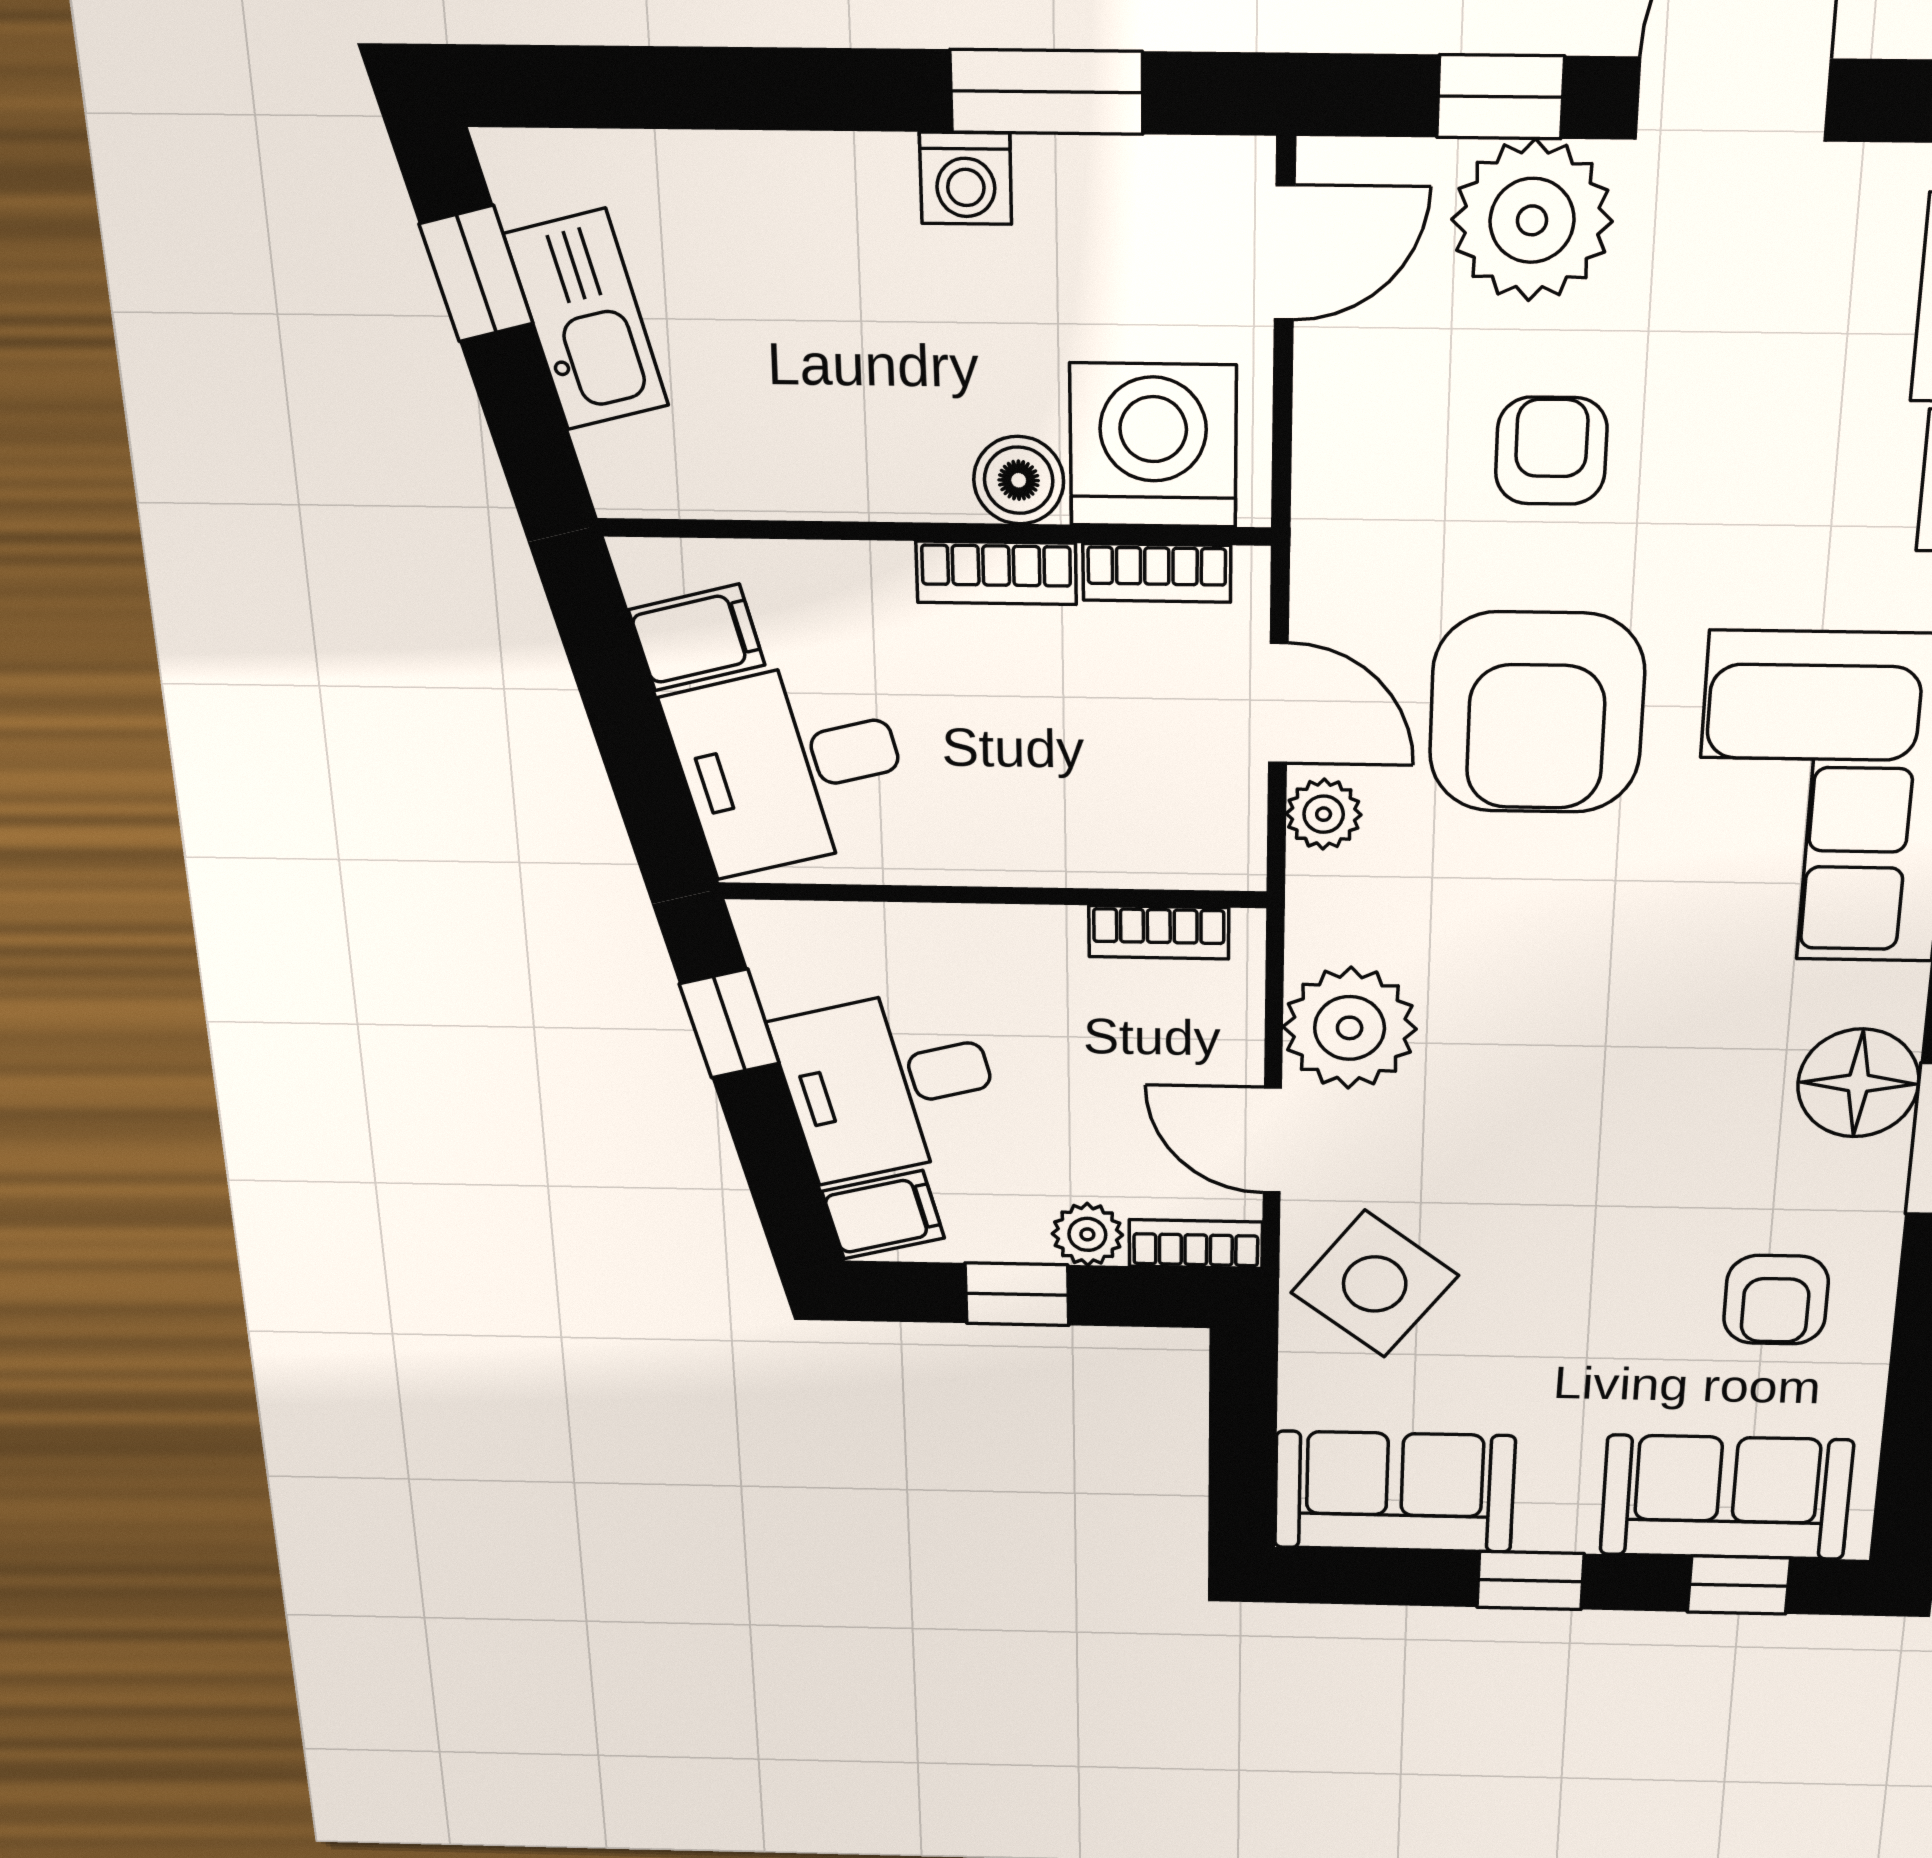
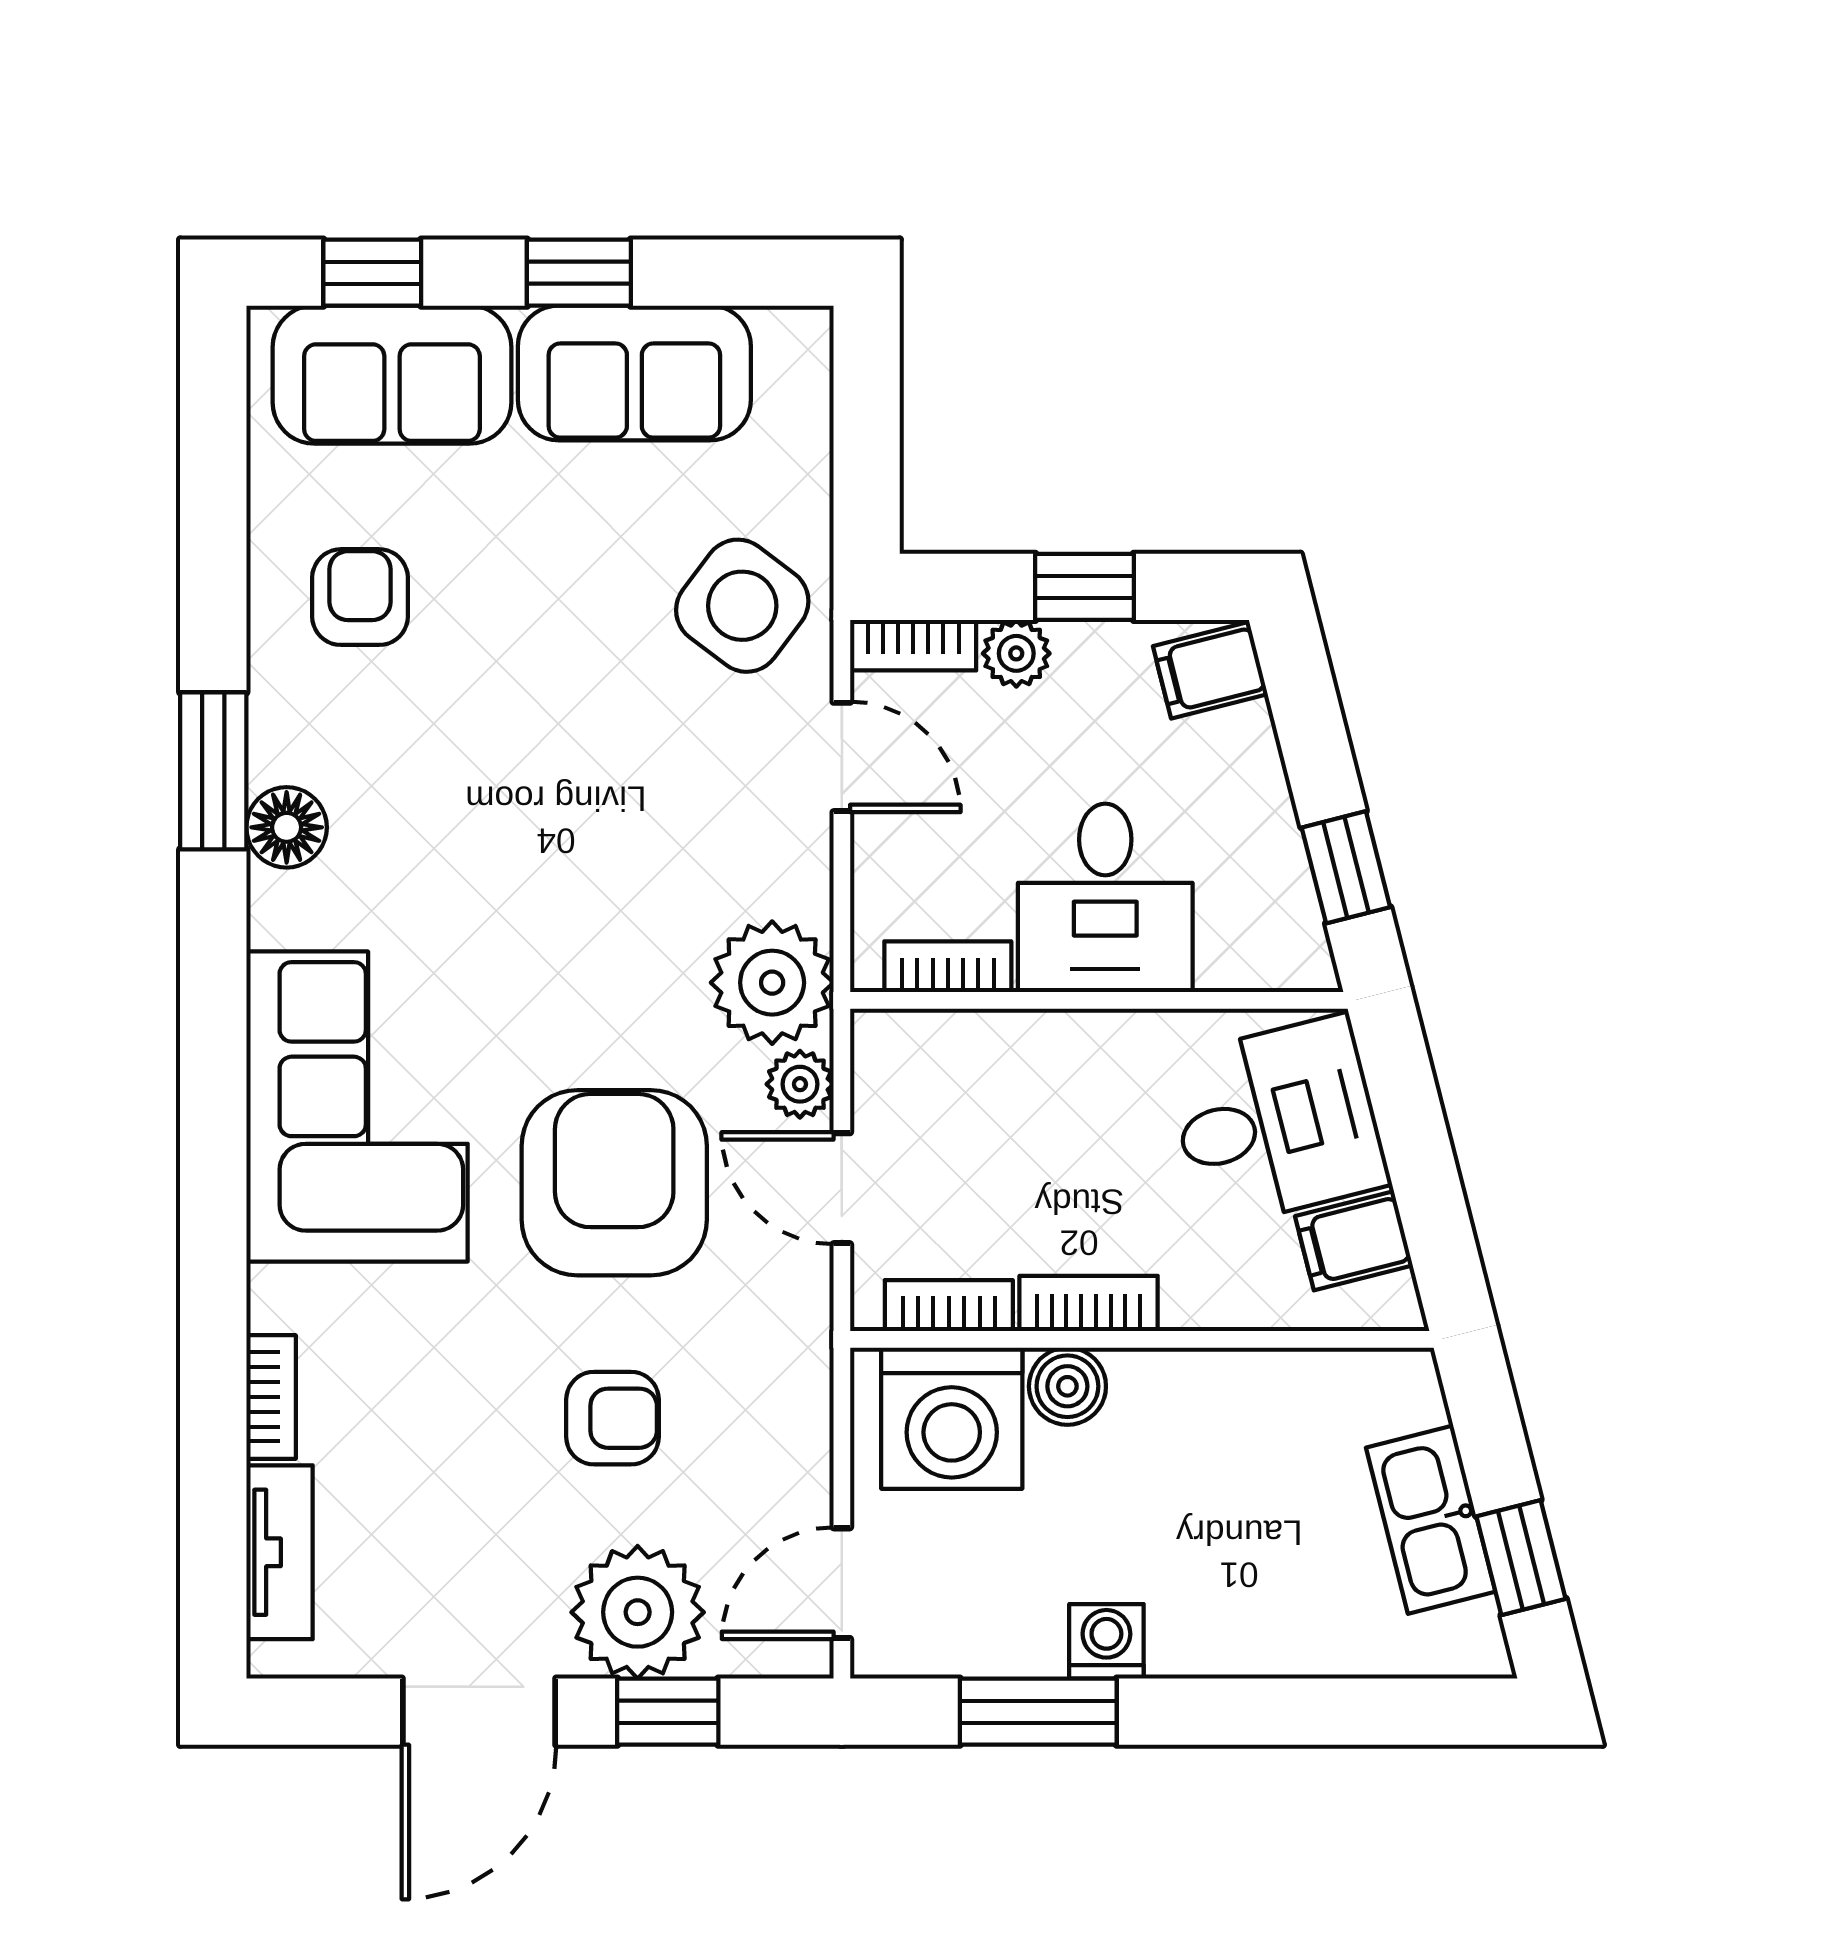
armchair: (1551, 451) -> (613, 1418), turned -90
plant: (1350, 1028) -> (772, 983), moved
floor lamp: (1858, 1083) -> (287, 827), width x0.73, depth x0.73
desk: (889, 1084) -> (1105, 898), moved, turned 104
sofa: (1394, 1492) -> (634, 373), moved

